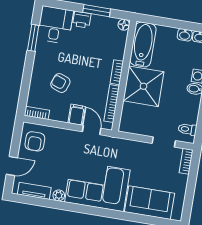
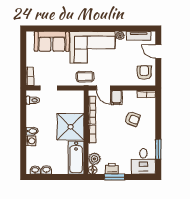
printer: (82, 20) -> (112, 169), moved
plant: (119, 39) -> (94, 159), added
coffee table: (114, 149) -> (85, 77), added
door: (12, 166) -> (158, 52), hinge flipped

